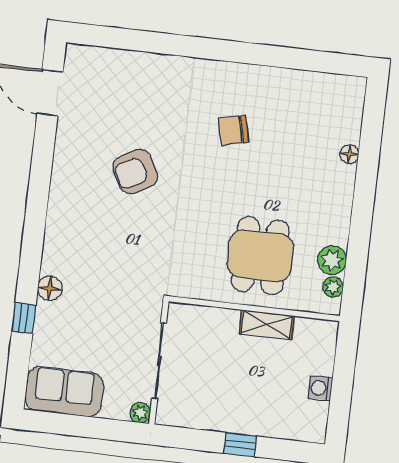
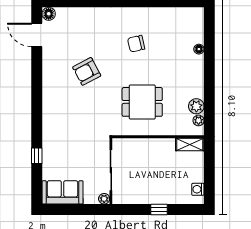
dining table: (260, 256) -> (142, 102), moved, turned 90
floor lamp: (50, 288) -> (49, 14), moved
shelving: (267, 325) -> (190, 144), moved
washing machine: (320, 388) -> (198, 189), moved

